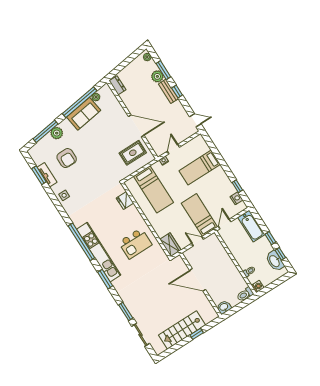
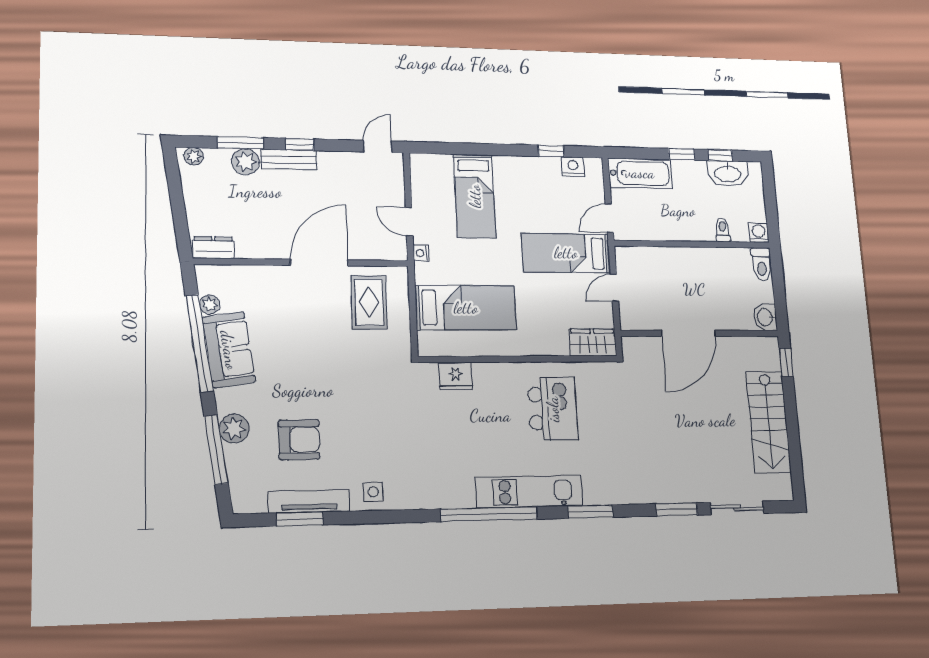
tv unit: (47, 175) -> (309, 501), width x1.41
door: (225, 224) -> (609, 218), hinge flipped
kitchen unit: (99, 252) -> (529, 492), width x0.73
window: (197, 334) -> (786, 362), moved

